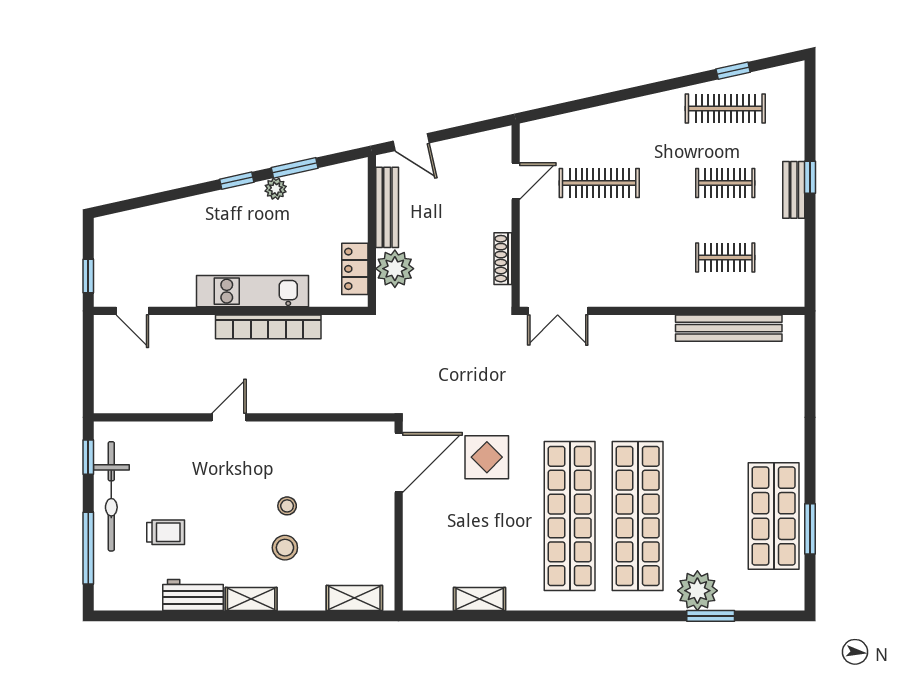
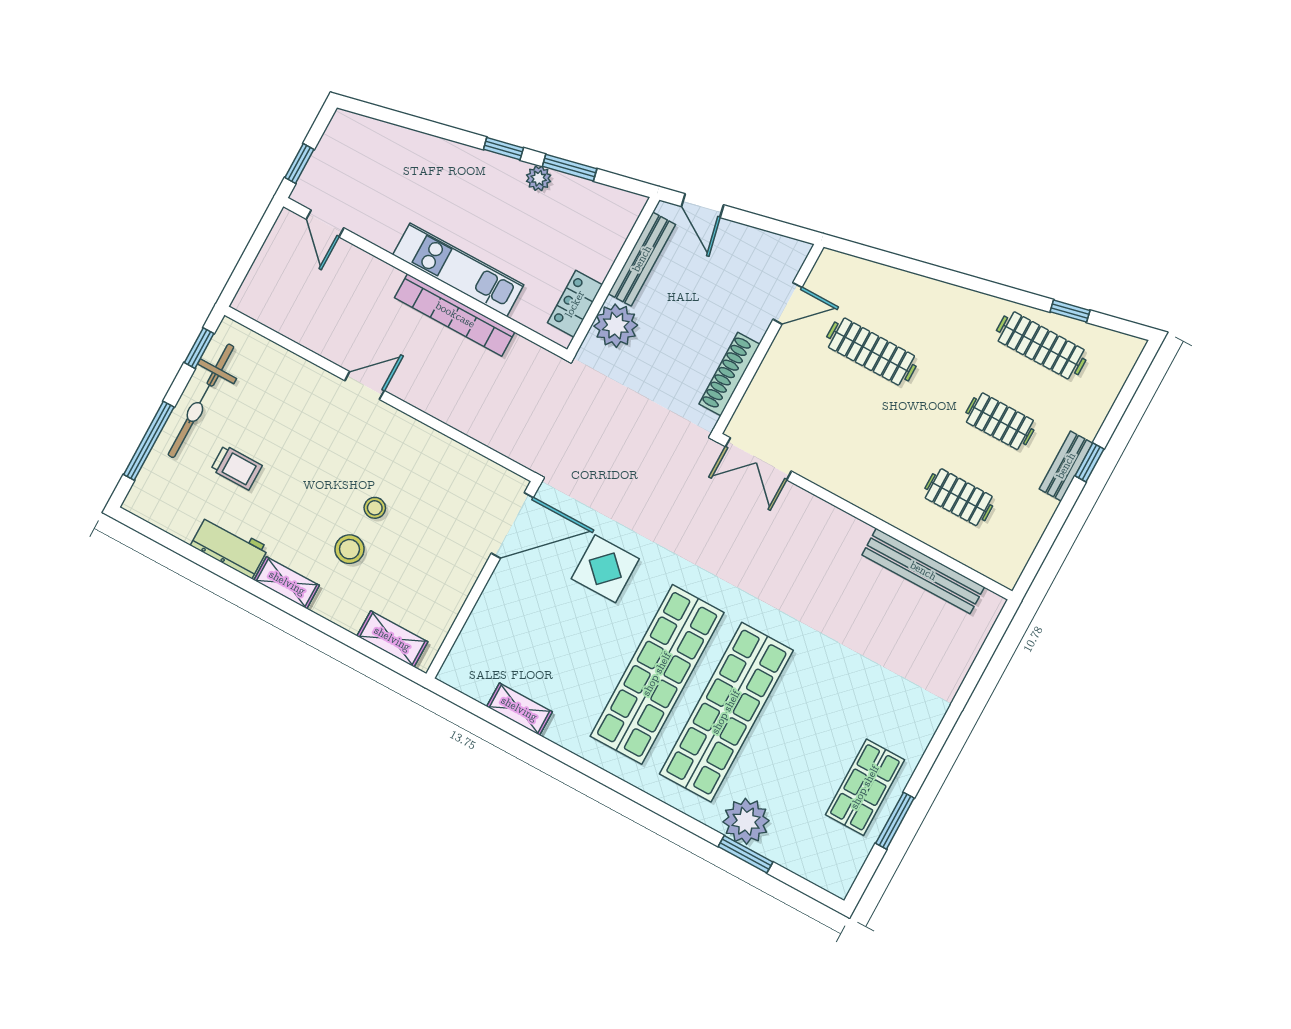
shoe rack: (503, 259) -> (729, 374), width x1.36, depth x1.24
shop shelf: (774, 516) -> (865, 787), width x0.70, depth x0.74

